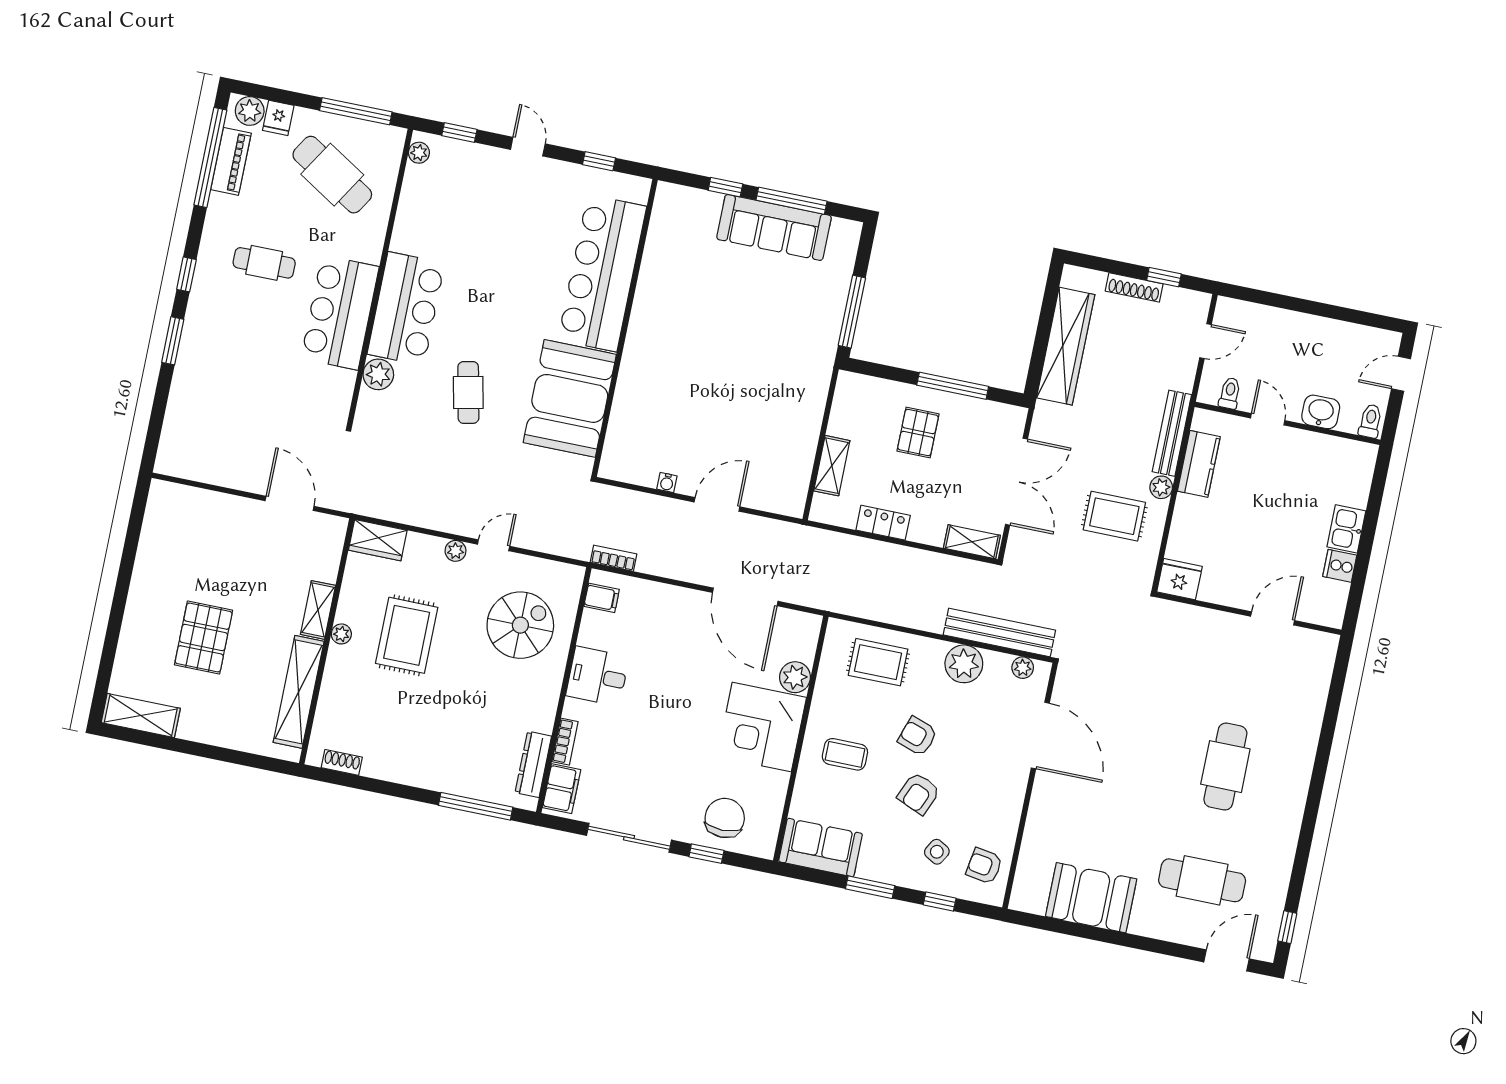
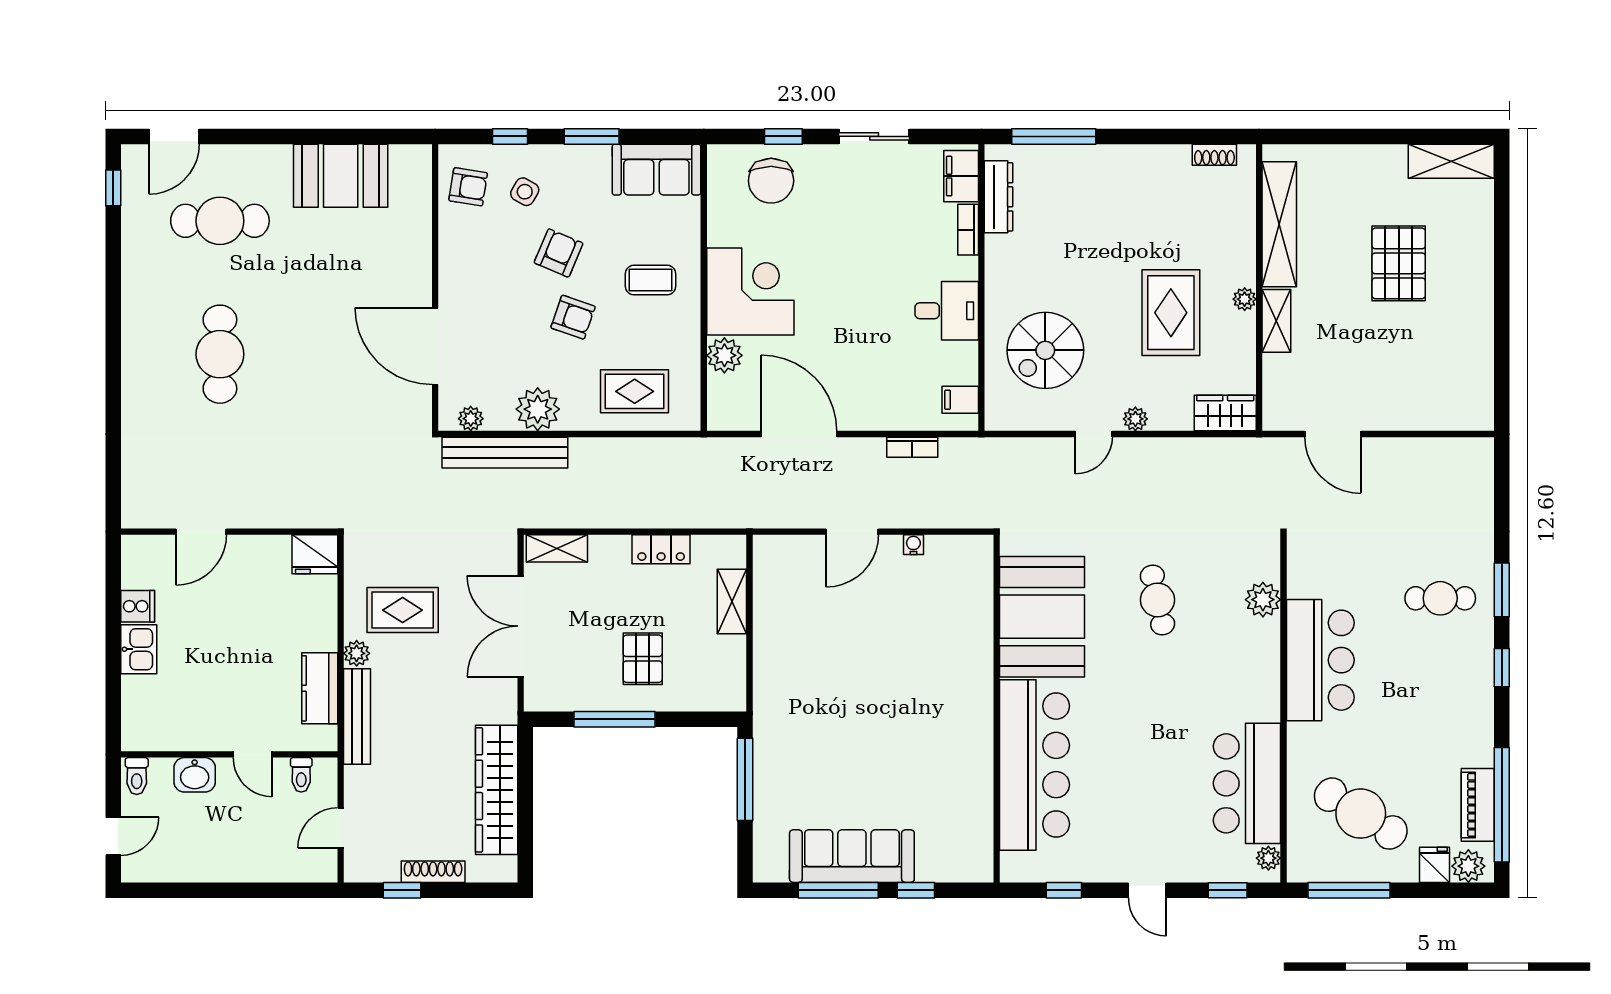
cafe table: (264, 263) -> (1440, 598), moved
bar counter: (406, 309) -> (1247, 783), moved
bookcase: (614, 558) -> (912, 447), moved
sliding door: (629, 838) -> (874, 136), width x0.73

